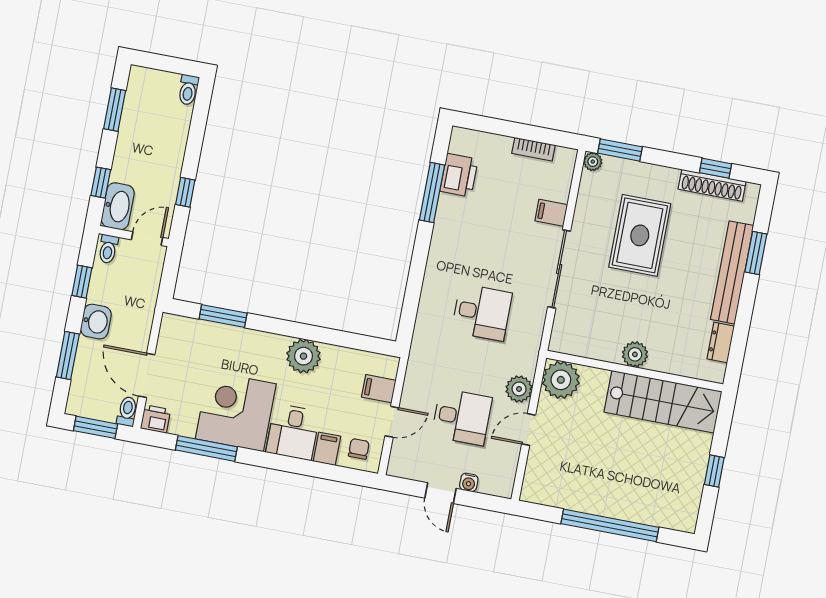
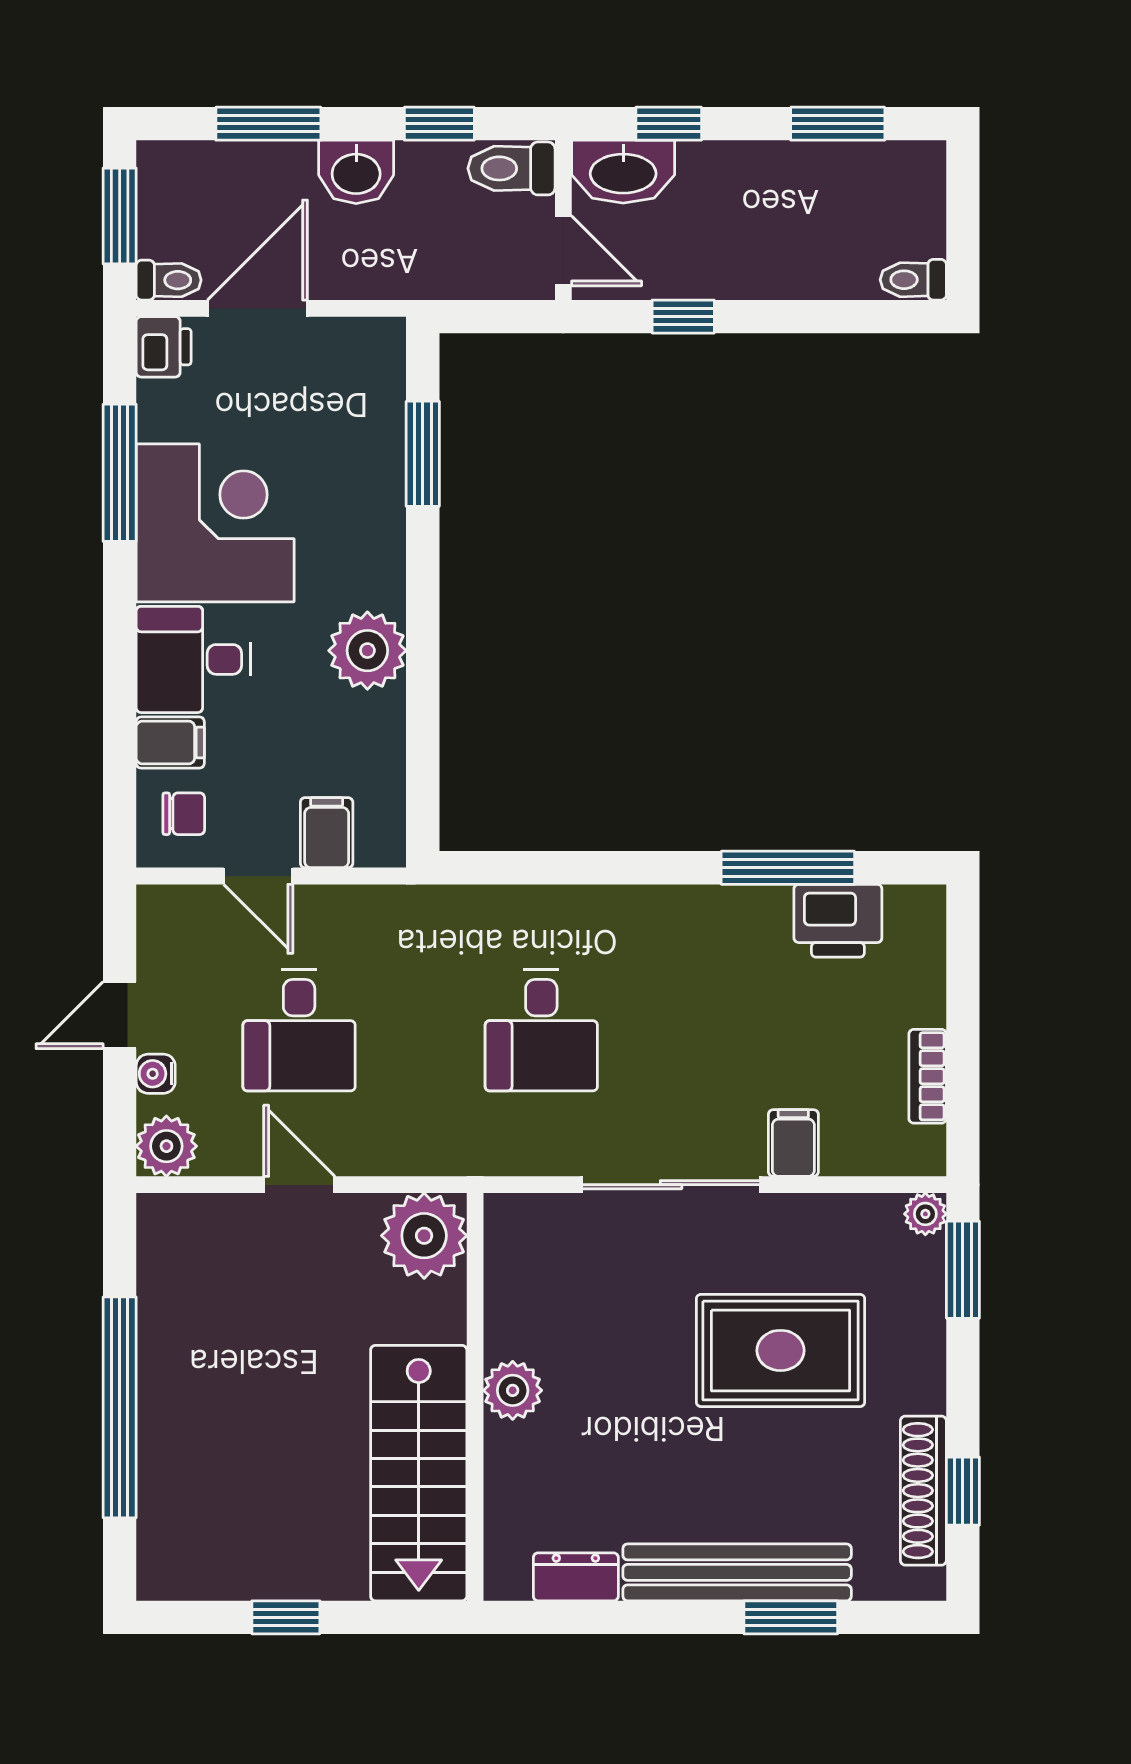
toilet: (108, 249) -> (511, 168), width x1.37, depth x1.39
plant: (519, 389) -> (166, 1146), moved

